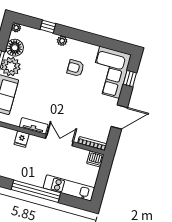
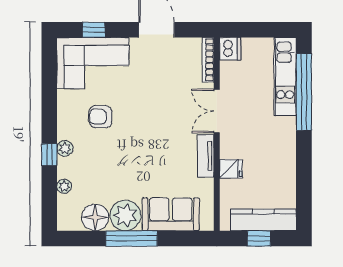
window: (48, 27) -> (49, 155), moved
plant: (16, 28) -> (64, 186), moved
armchair: (76, 68) -> (101, 117), turned 90
window: (36, 191) -> (304, 92), moved

